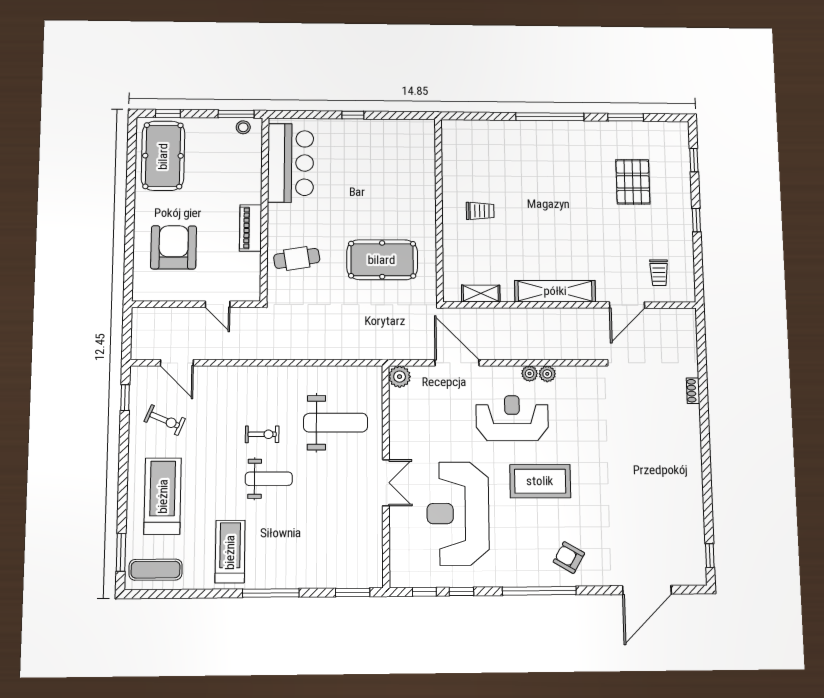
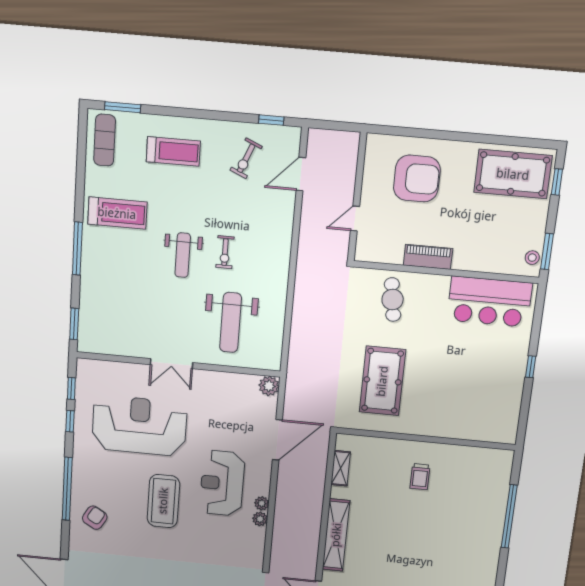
window: (550, 117) -> (509, 517), moved
reception desk: (512, 418) -> (222, 483), turned 180
treadmill: (163, 496) -> (173, 151), width x0.73, depth x0.73

